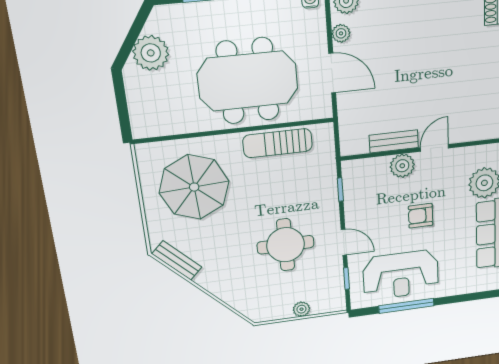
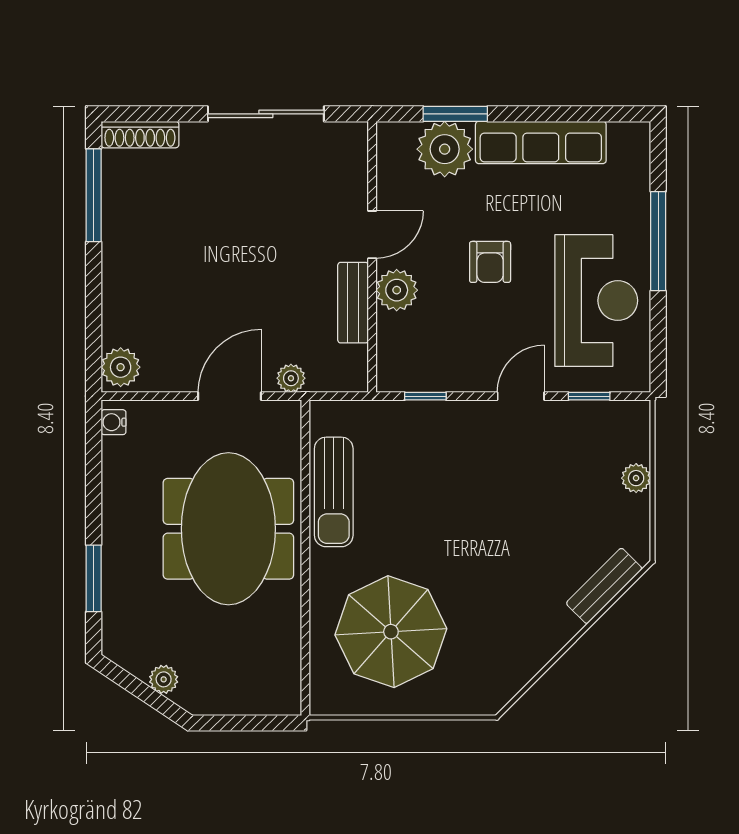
plant: (341, 33) -> (291, 378), moved
plant: (151, 53) -> (164, 679), width x0.53, depth x0.53
door: (434, 148) -> (372, 235), swing flipped
round table: (286, 245) -> (512, 495), removed
bench: (177, 260) -> (604, 586), moved
window: (406, 306) -> (658, 241), moved

